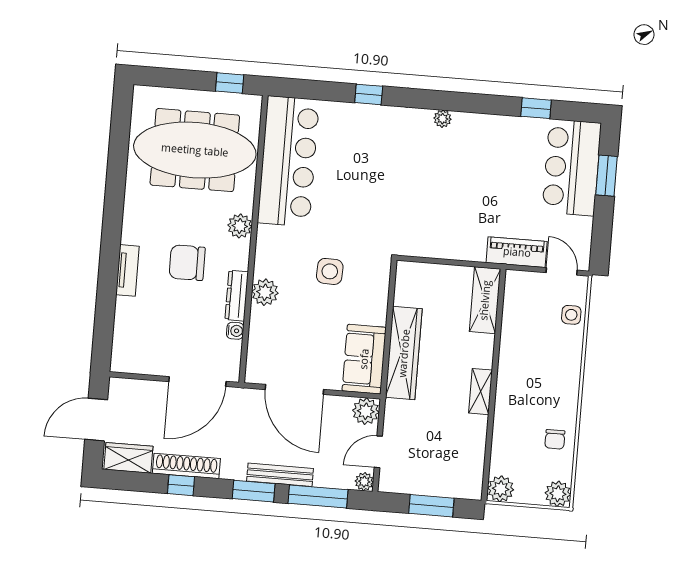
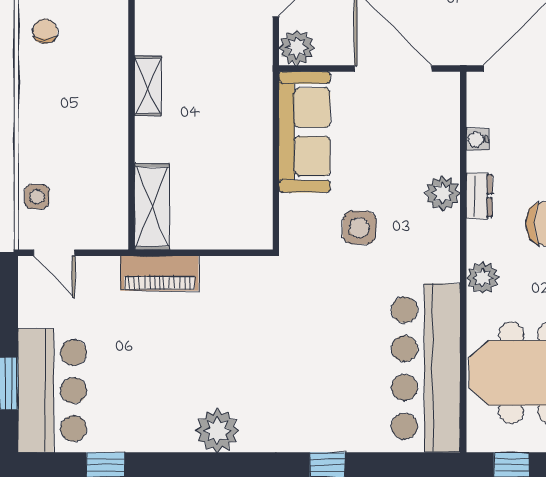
plant: (443, 119) -> (217, 431), width x1.88, depth x1.88
piano: (517, 252) -> (159, 273), moved
dresser: (237, 296) -> (479, 196), width x0.70
wardrobe: (404, 353) -> (253, 128), removed
sofa: (364, 359) -> (305, 132), width x1.36

